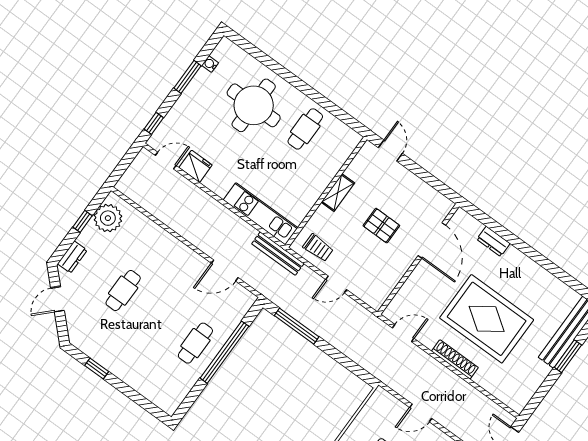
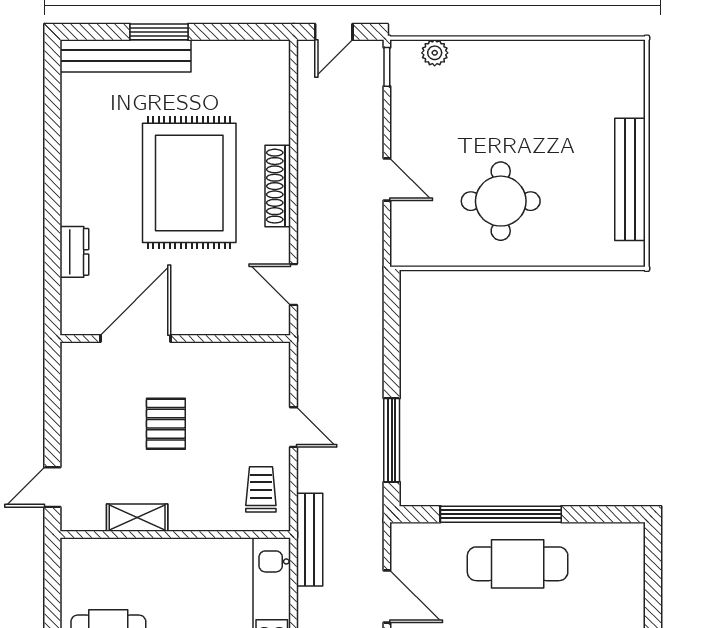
shelving: (338, 193) -> (137, 518), moved
cafe table: (195, 343) -> (518, 564), width x1.37, depth x1.35

